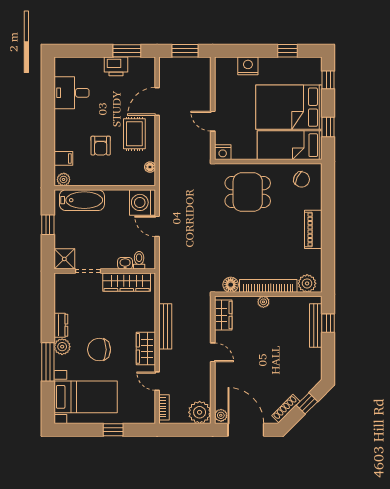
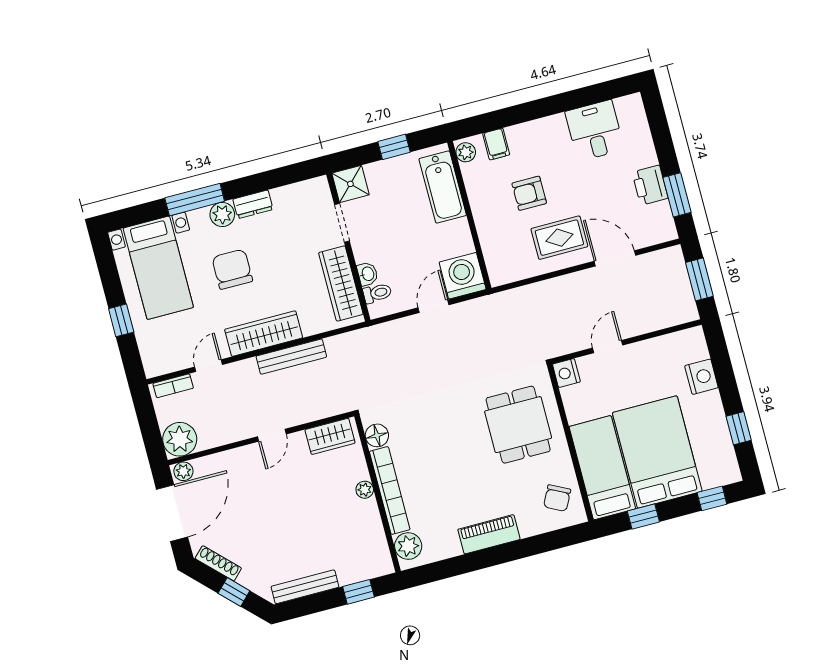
floor lamp: (150, 167) -> (517, 273), removed
bench: (316, 325) -> (305, 587), moved
wardrobe: (146, 348) -> (264, 334), width x1.50

